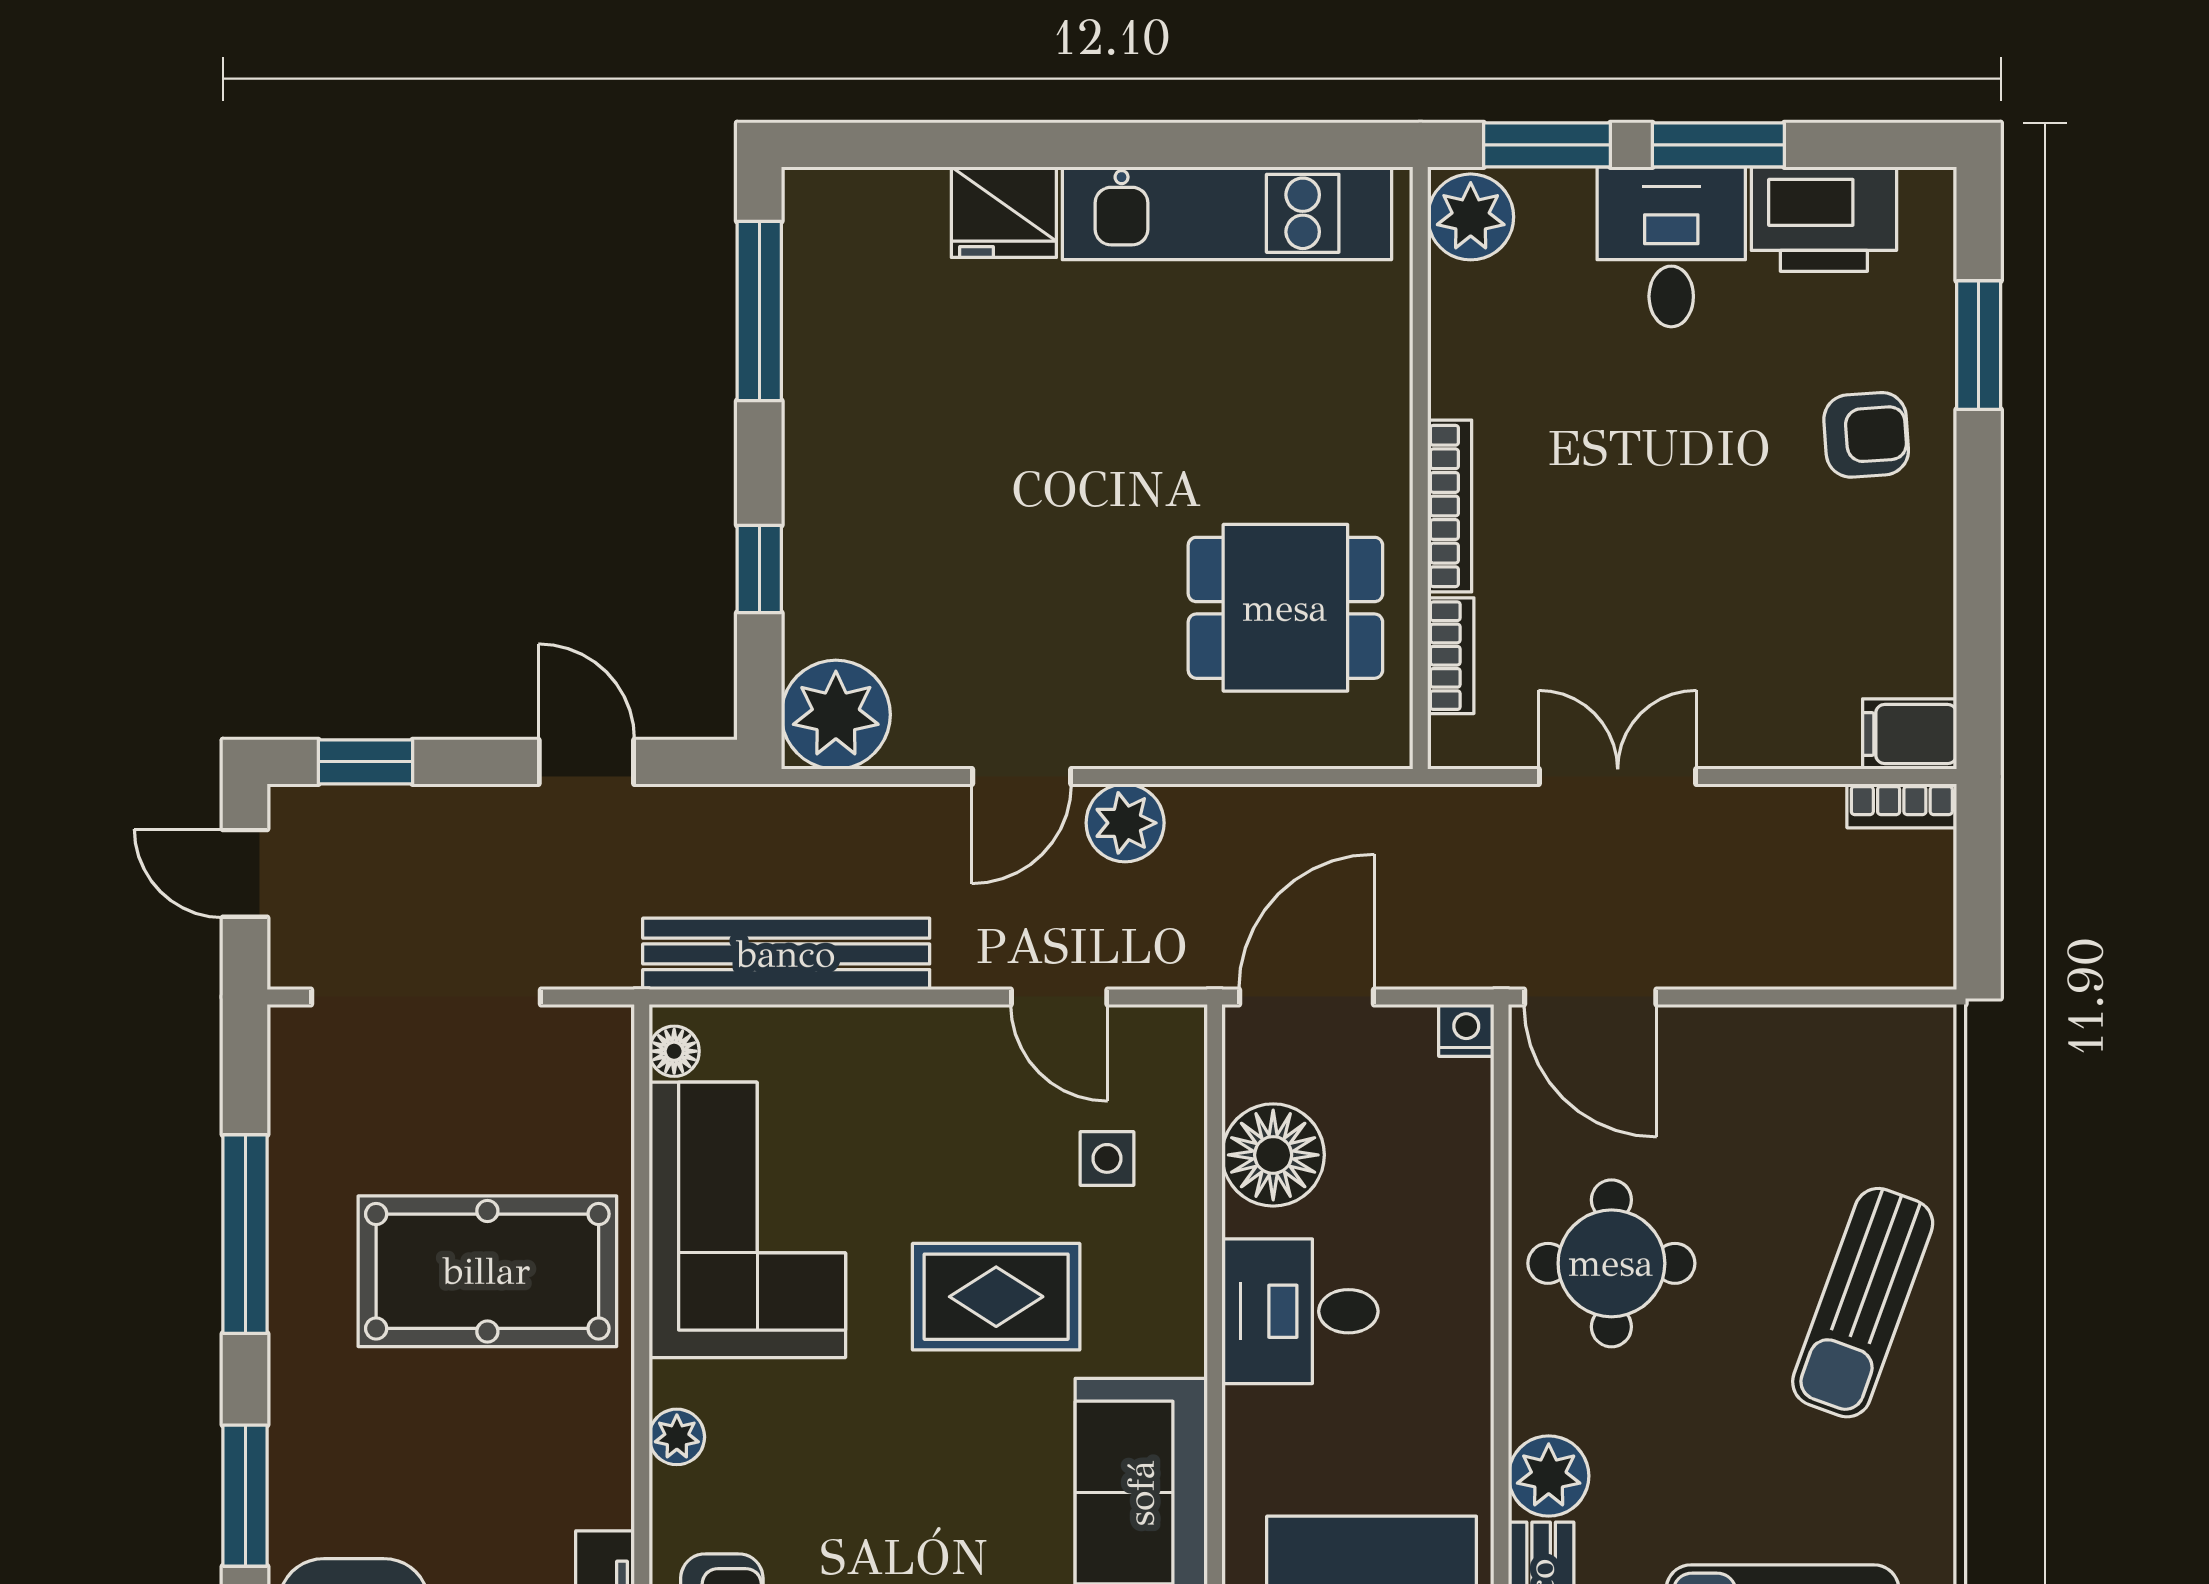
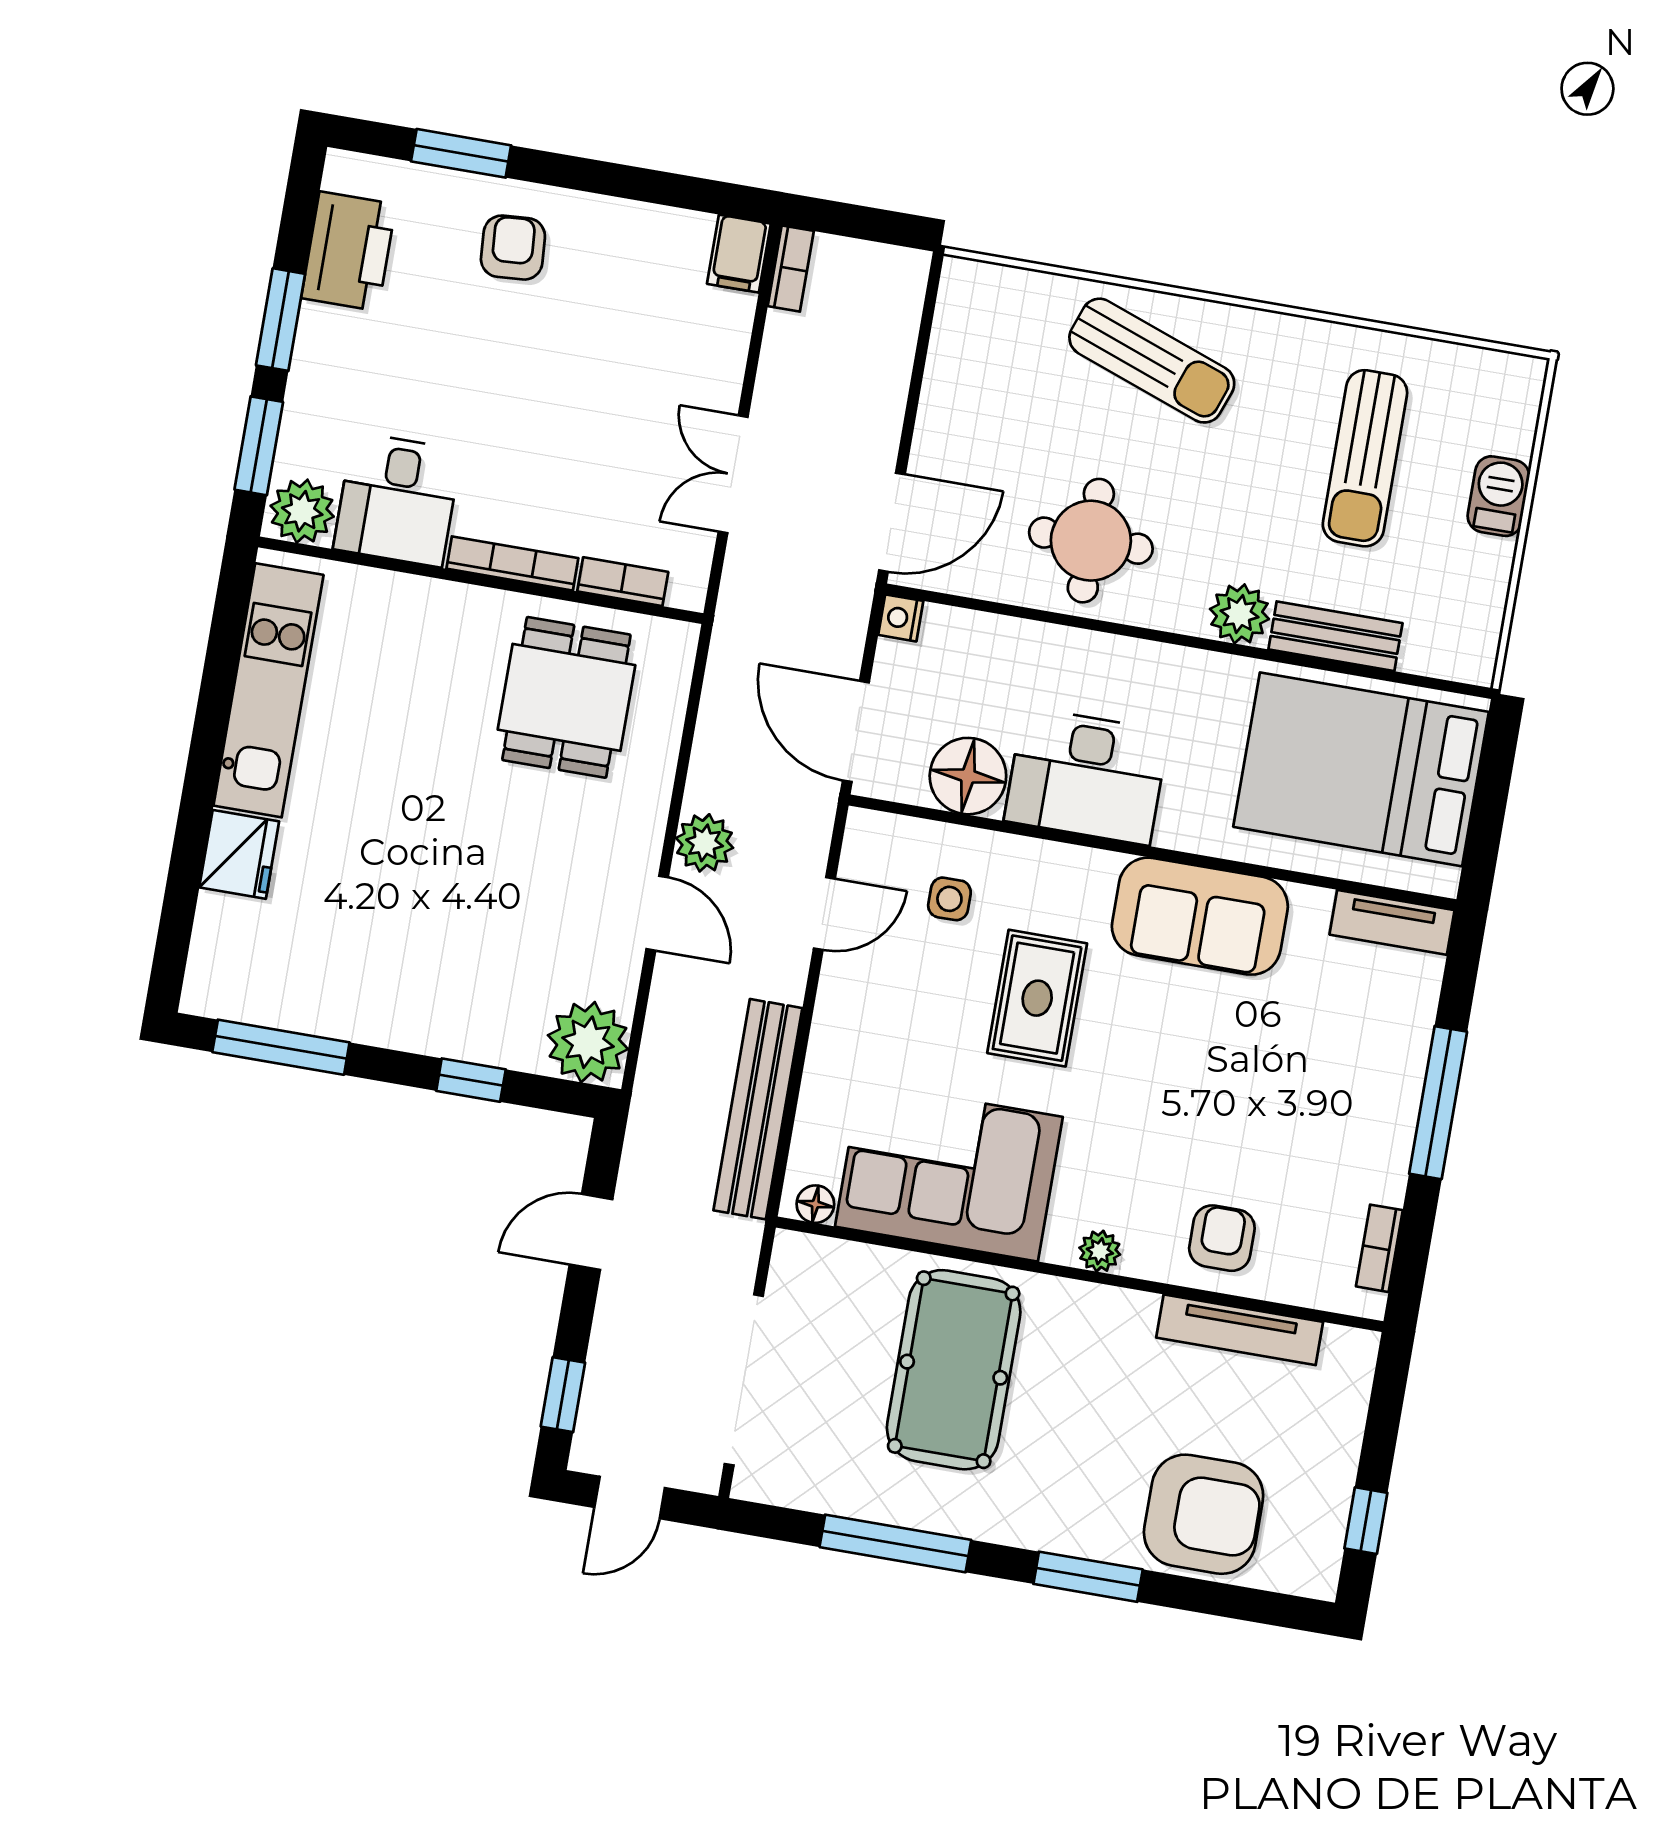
desk: (1671, 247) -> (397, 500), moved, turned -90
desk: (1300, 1311) -> (1087, 776), width x1.37

